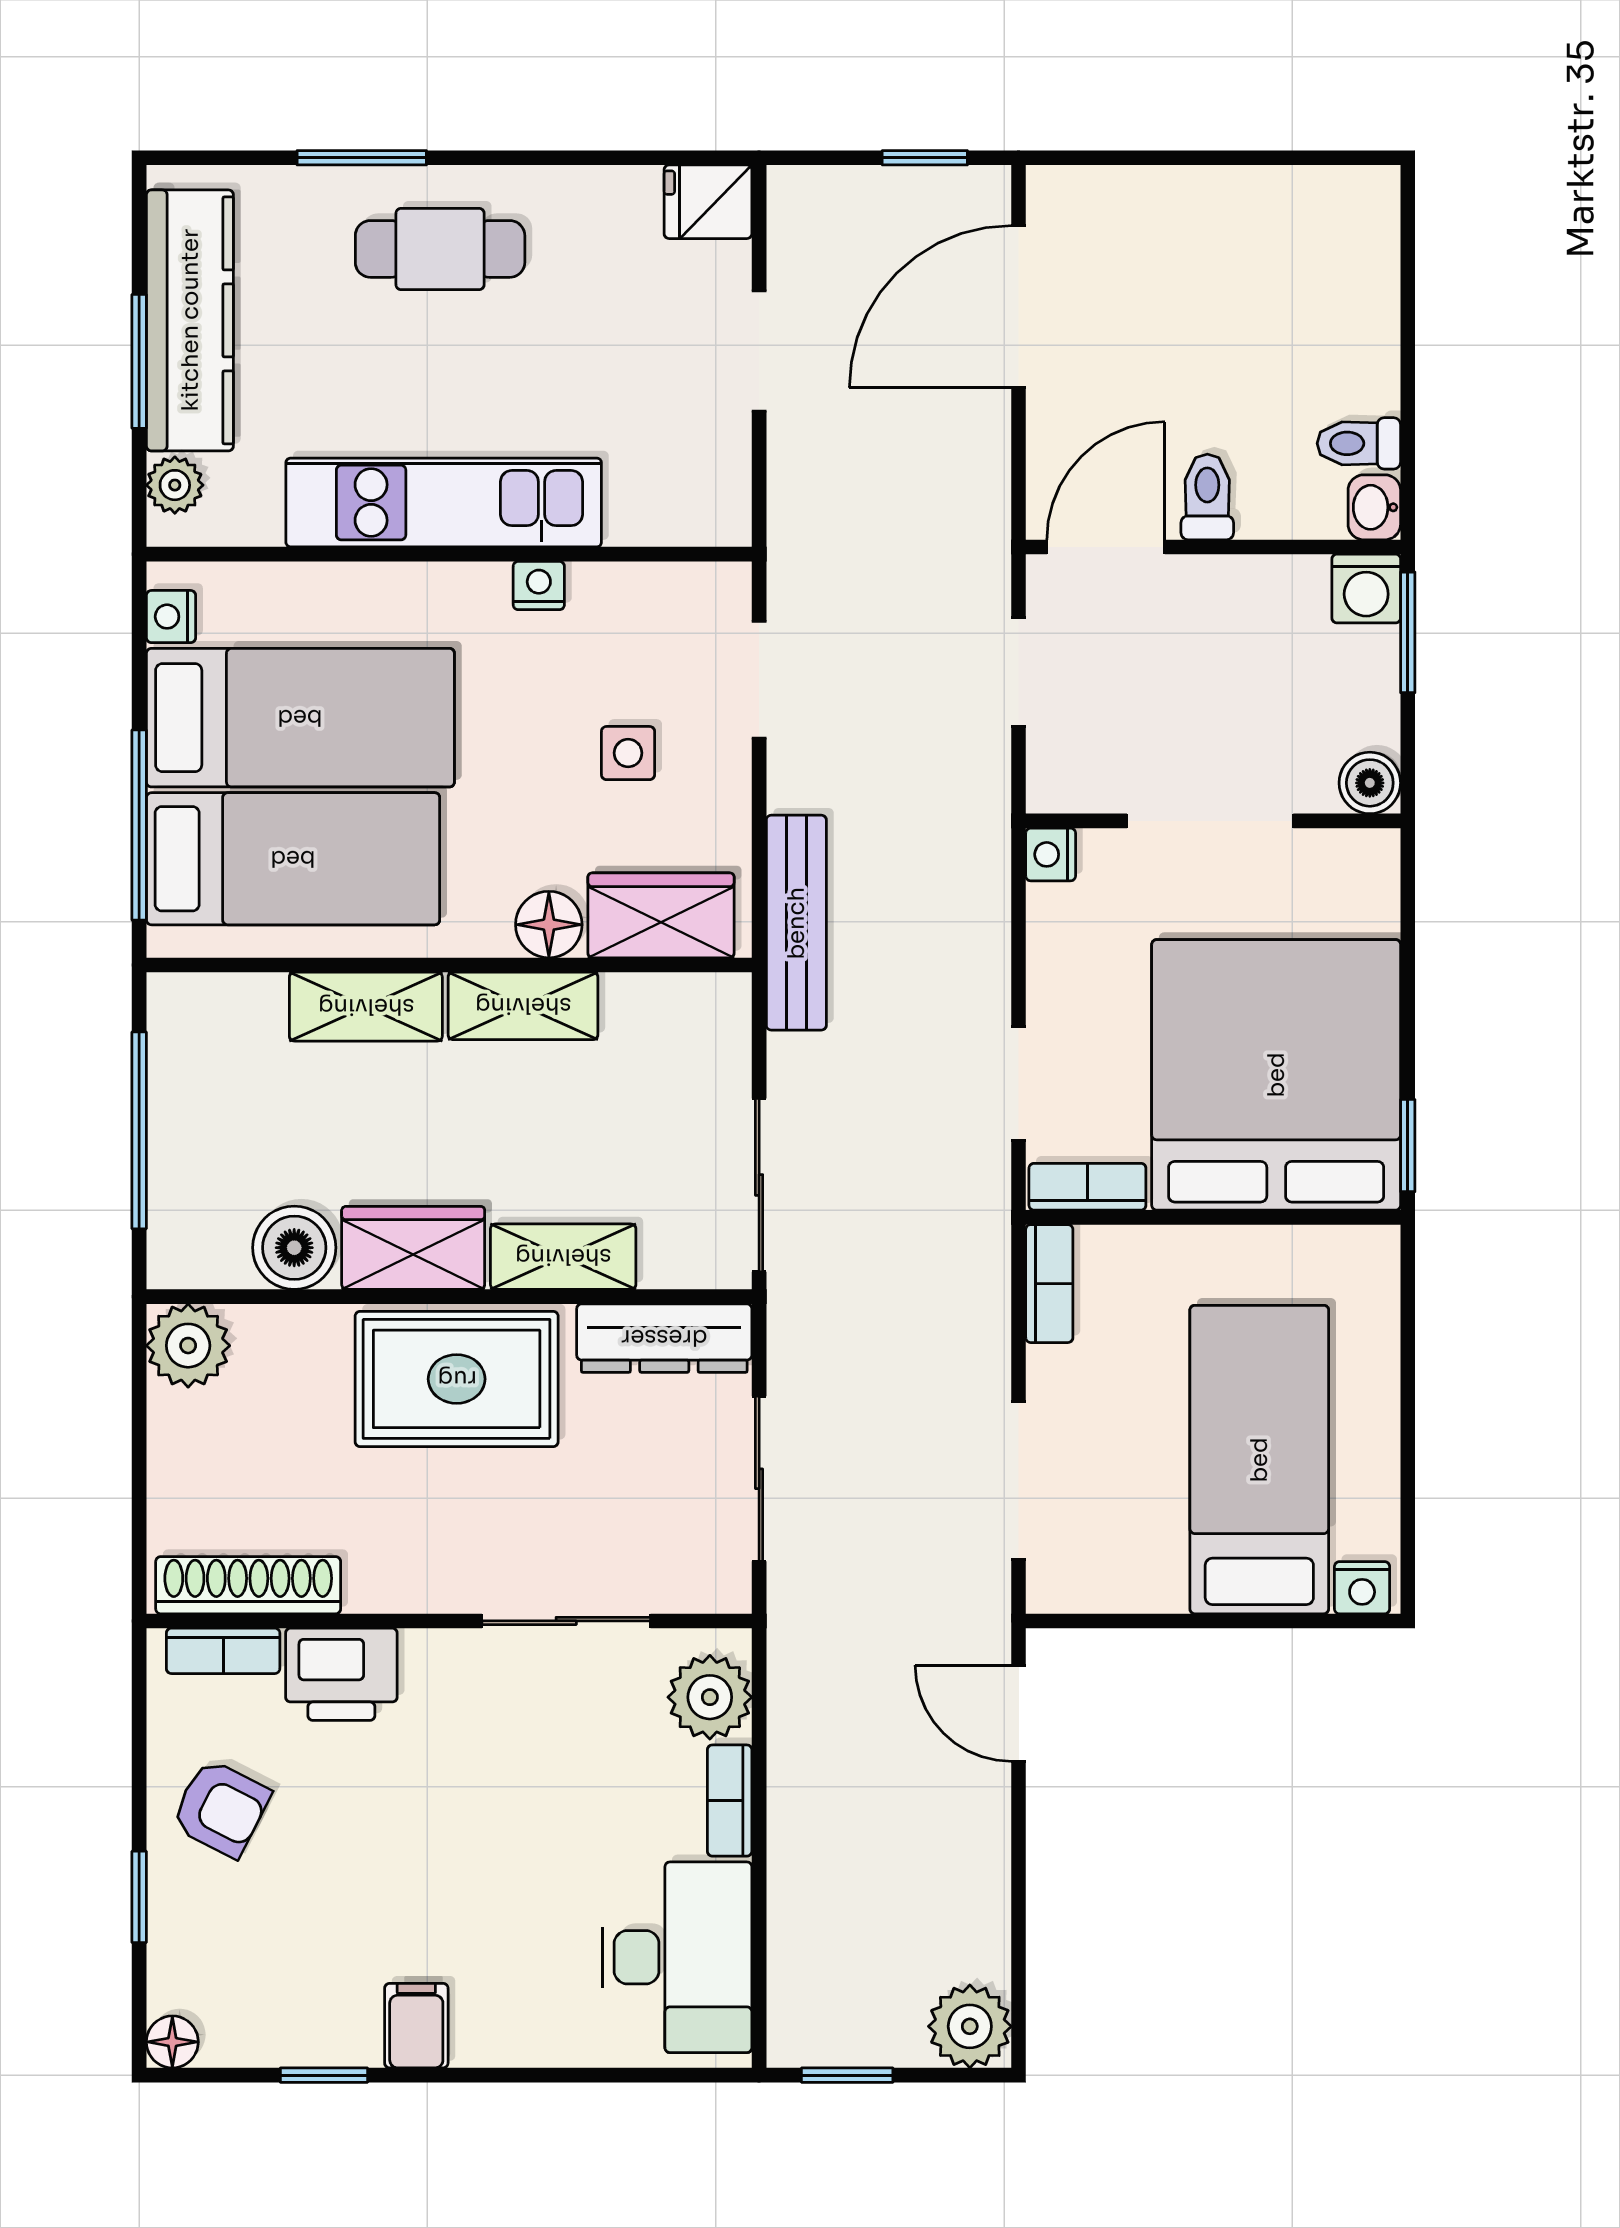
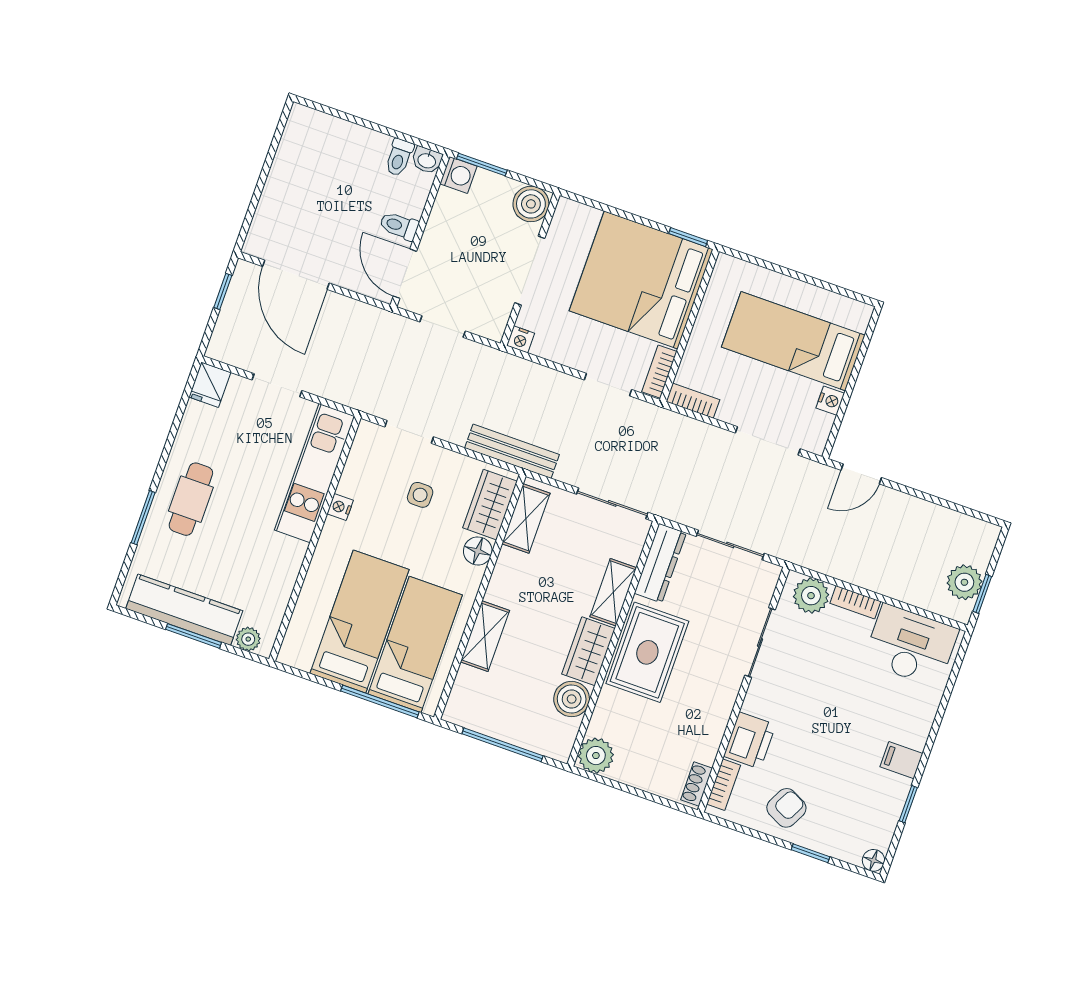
kitchen unit: (444, 502) -> (315, 473), moved
nightstand: (171, 617) -> (301, 659), removed
boiler: (1370, 783) -> (531, 204), width x1.36, depth x1.36
shelving: (523, 1006) -> (526, 519), moved
shoe rack: (248, 1585) -> (697, 784), width x0.51, depth x0.81
nightstand: (1362, 1588) -> (830, 401), moved
plant: (970, 2026) -> (964, 582), moved

